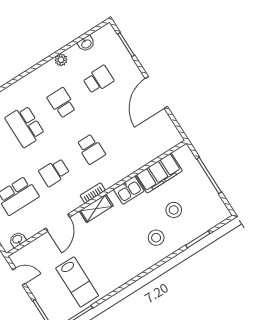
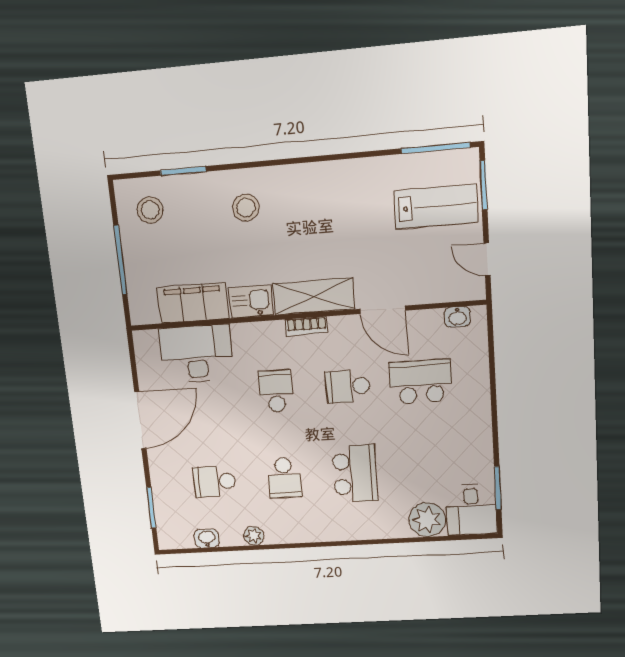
desk: (144, 146) -> (196, 354), added
school desk: (54, 172) -> (348, 386), turned 180
shelving: (96, 208) -> (313, 296), width x1.50, depth x1.33
stool: (174, 210) -> (150, 210), moved
door: (58, 223) -> (383, 310), swing flipped
lab bench: (77, 282) -> (436, 206), moved, turned 90

